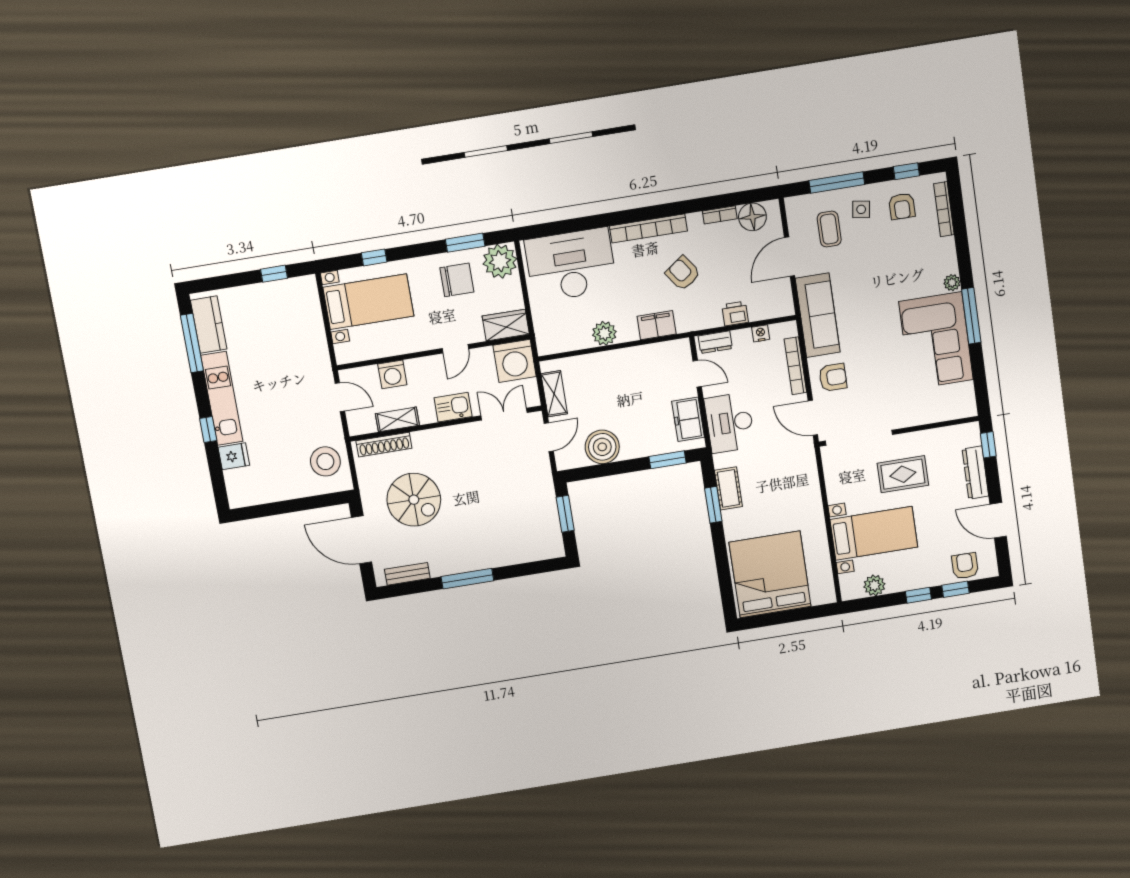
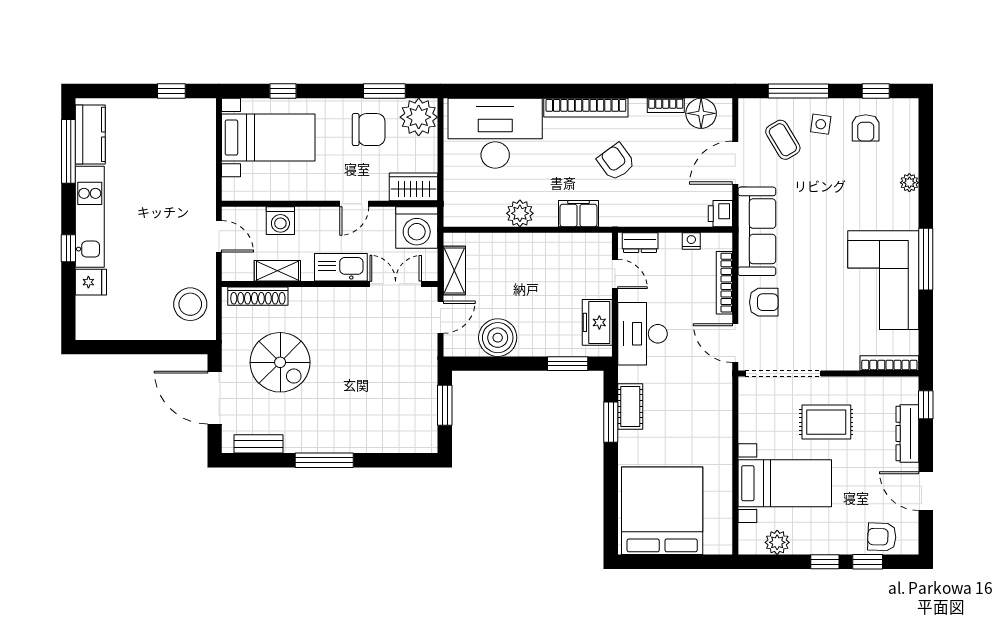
bookcase: (944, 209) -> (889, 363), moved, turned 90
coffee table: (829, 229) -> (783, 140), turned -31
plant: (952, 283) -> (909, 183), moved
printer: (735, 314) -> (720, 214), moved, turned -90
kitchen sink: (453, 407) -> (341, 267), width x1.38
armchair: (965, 566) -> (882, 537), turned -88

